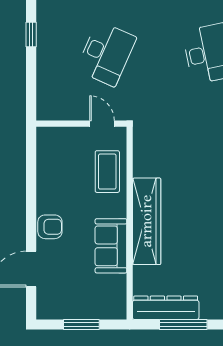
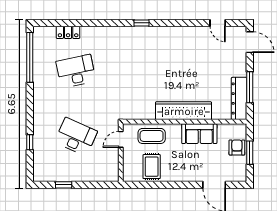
rug: (60, 172) -> (152, 167), added
armchair: (50, 227) -> (237, 147), moved

